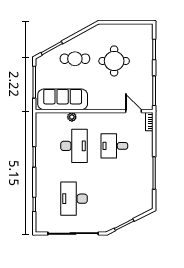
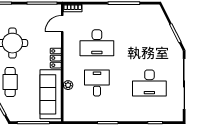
locker: (99, 105) -> (56, 58), added
desk: (74, 146) -> (97, 83), width x0.73
desk: (114, 146) -> (97, 43), width x1.37

